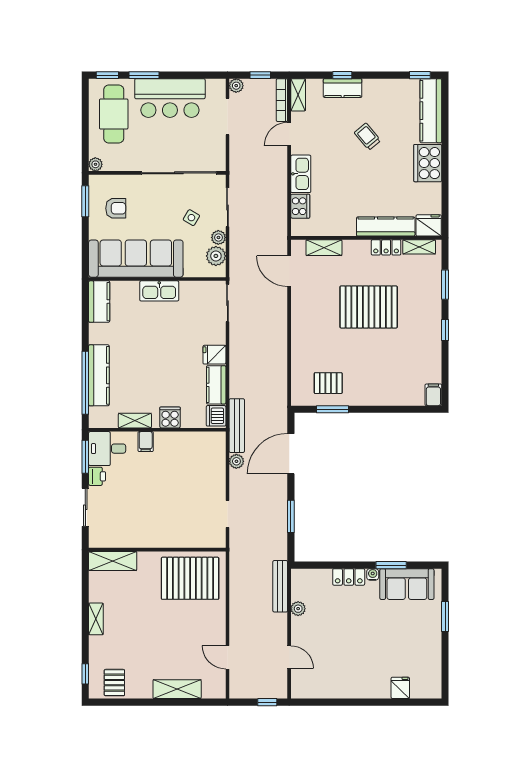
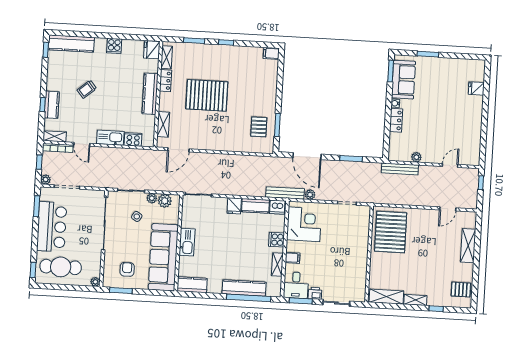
window: (144, 75) -> (37, 206), moved
cooker: (428, 163) -> (114, 46), width x0.53, depth x0.76
kitchen counter: (386, 226) -> (150, 94), moved
pallet: (369, 307) -> (207, 95), turned 90
corner desk: (194, 455) -> (304, 224), added
shelving: (113, 561) -> (386, 297), moved, turned 90
window: (391, 565) -> (391, 71), moved
window: (85, 674) -> (436, 309), moved

